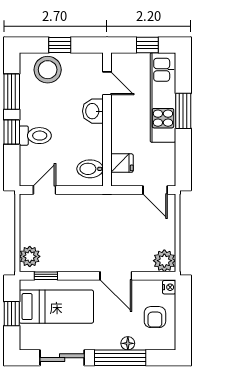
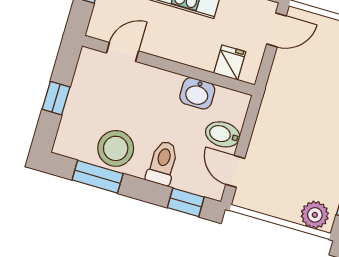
stool: (48, 70) -> (116, 148), moved
washbasin: (93, 111) -> (197, 93), moved
window: (12, 132) -> (186, 202), moved
bidet: (90, 169) -> (223, 134), moved, turned 90

